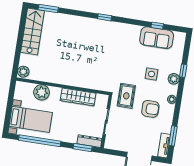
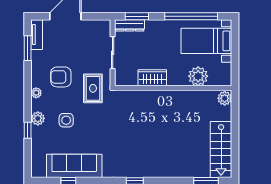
sofa: (157, 38) -> (74, 166), width x1.36
wardrobe: (78, 97) -> (152, 78), width x0.67

